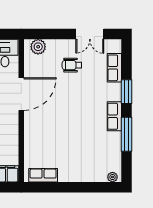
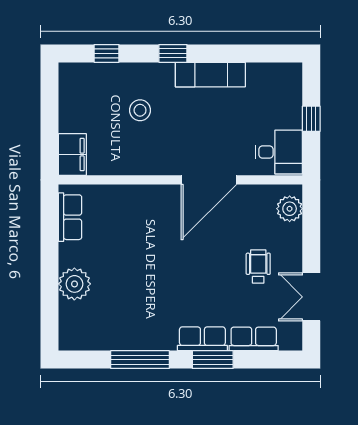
door: (21, 94) -> (209, 180), hinge flipped
row of seats: (114, 116) -> (202, 339), moved
plant: (112, 177) -> (74, 284), moved, width x1.87, depth x1.87

